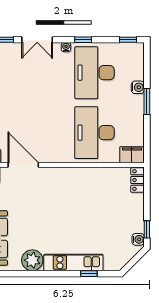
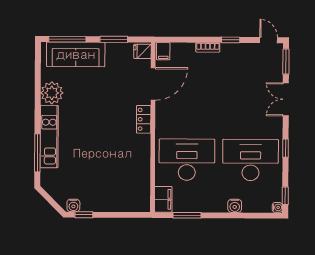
water cooler: (66, 47) -> (277, 207), moved
window: (147, 102) -> (187, 215), moved
locker: (138, 180) -> (144, 119), moved, turned -90
window: (89, 274) -> (37, 153), width x2.17

